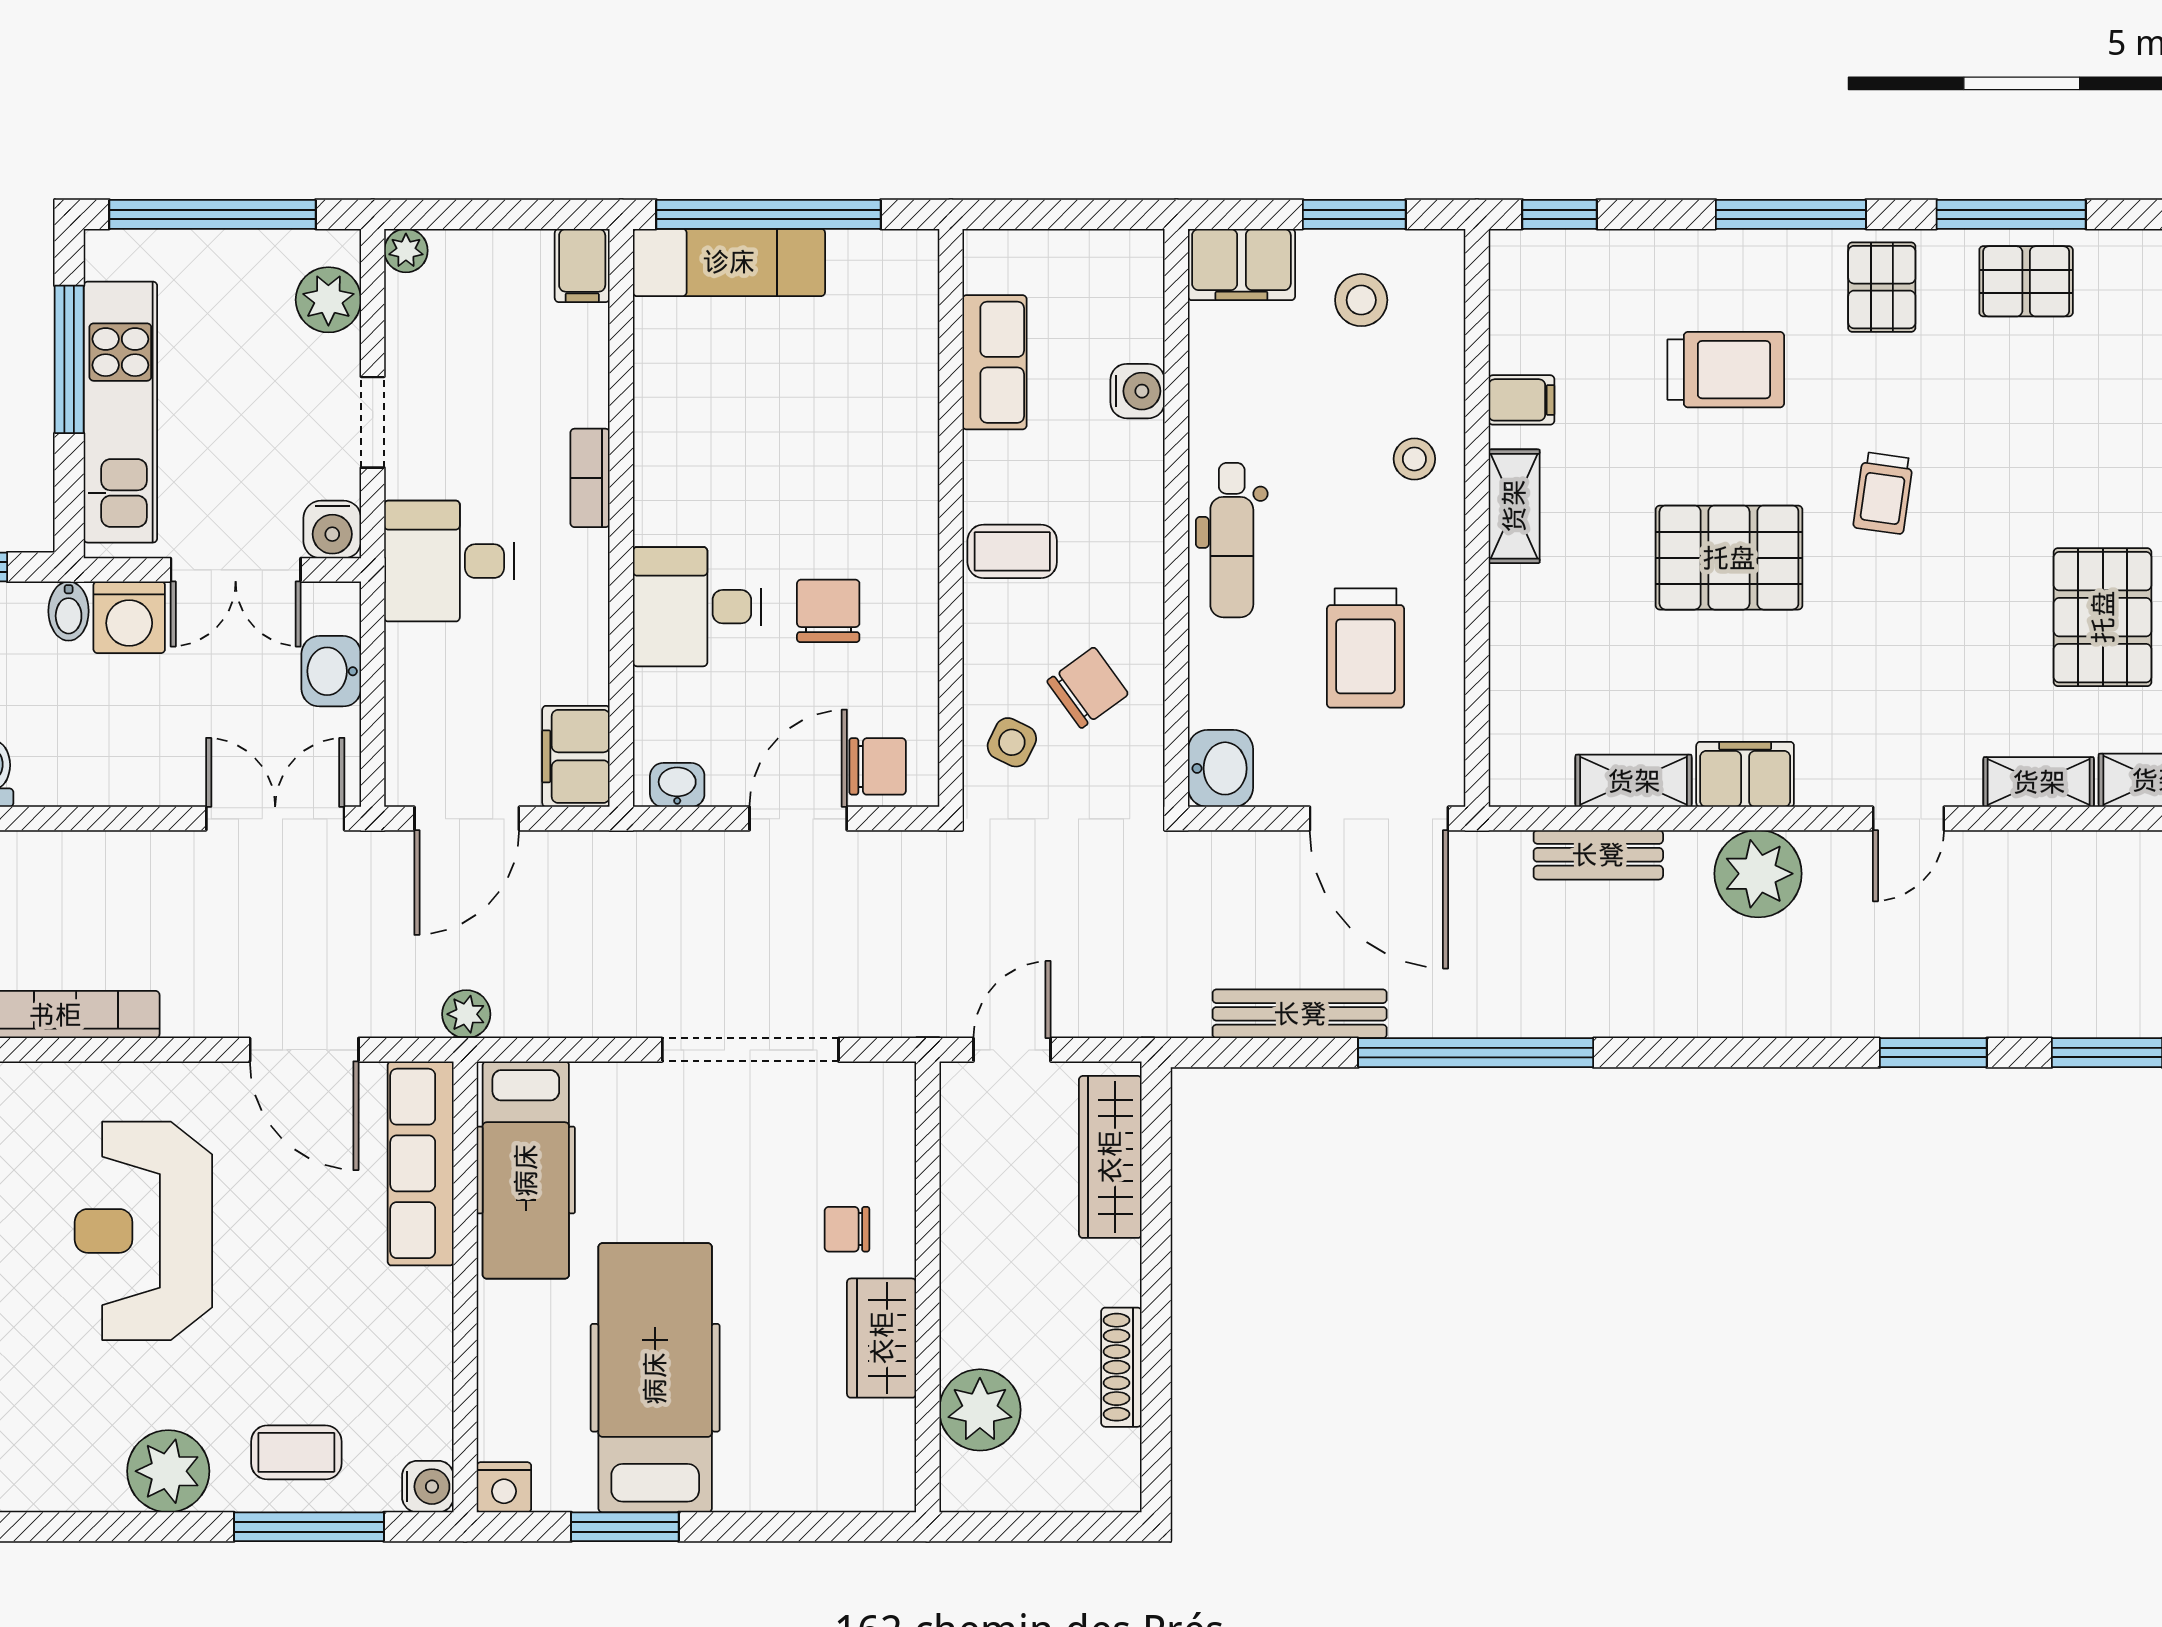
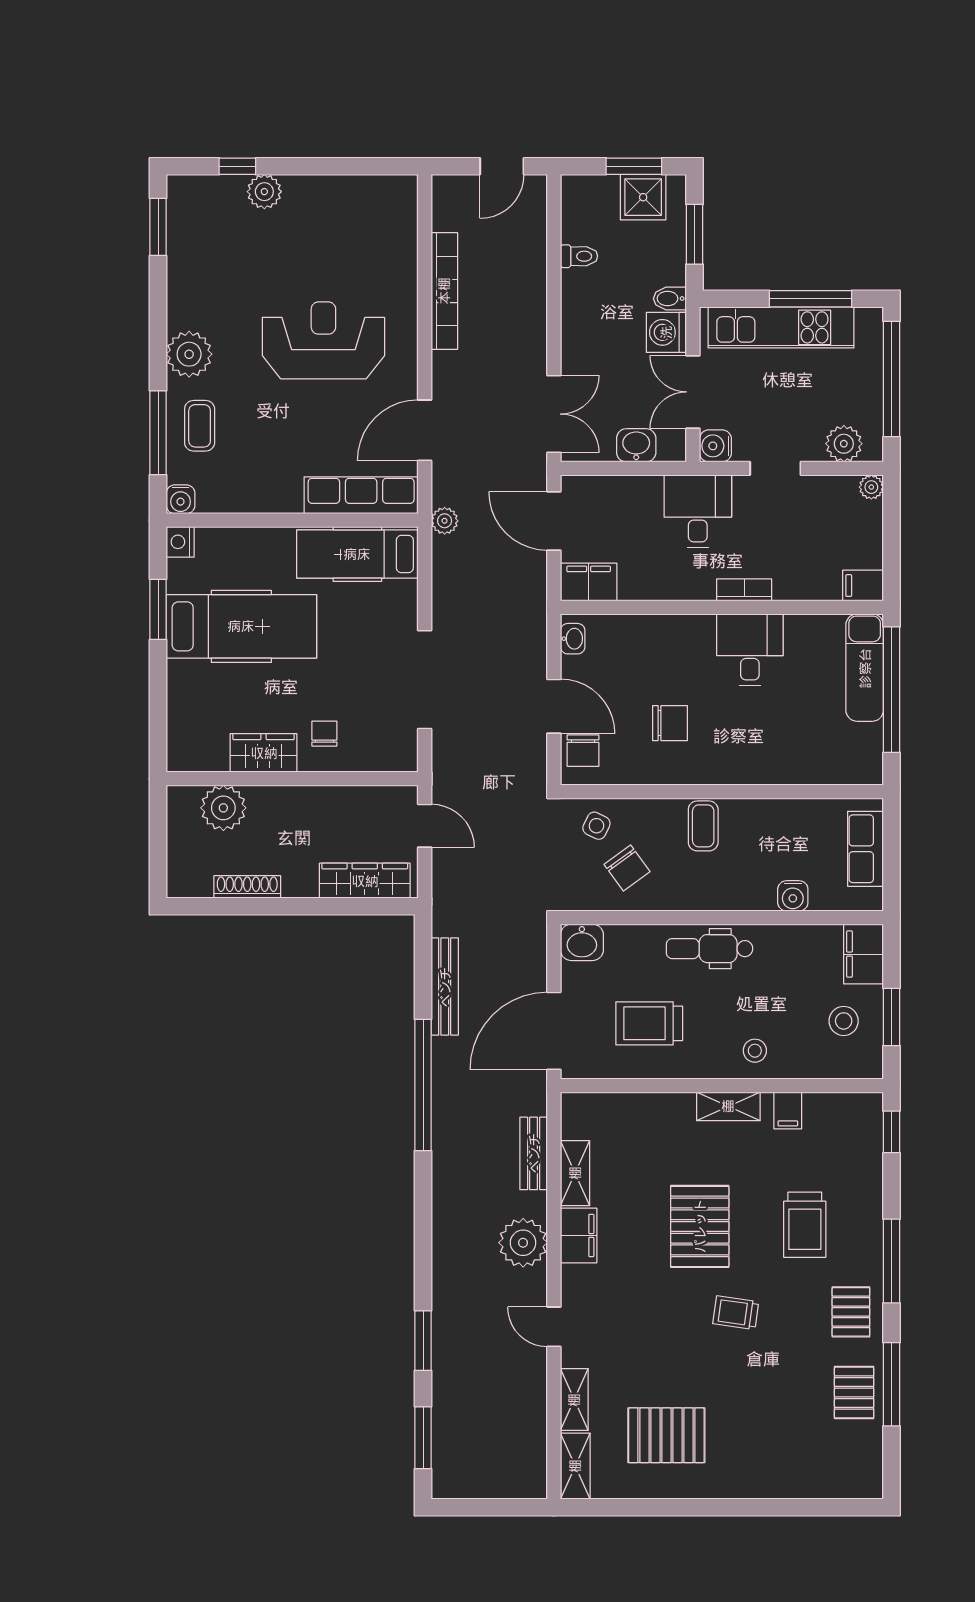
pallet: (1882, 287) -> (851, 1312), turned 90
row of seats: (994, 362) -> (866, 849), moved, turned 90
desk: (697, 607) -> (750, 650), moved

